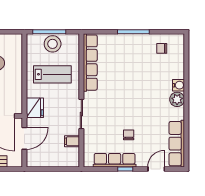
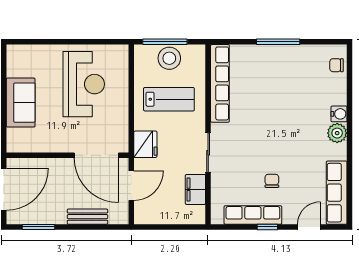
chair: (162, 48) -> (337, 65), moved
filing cabinet: (72, 141) -> (195, 189), width x2.00

